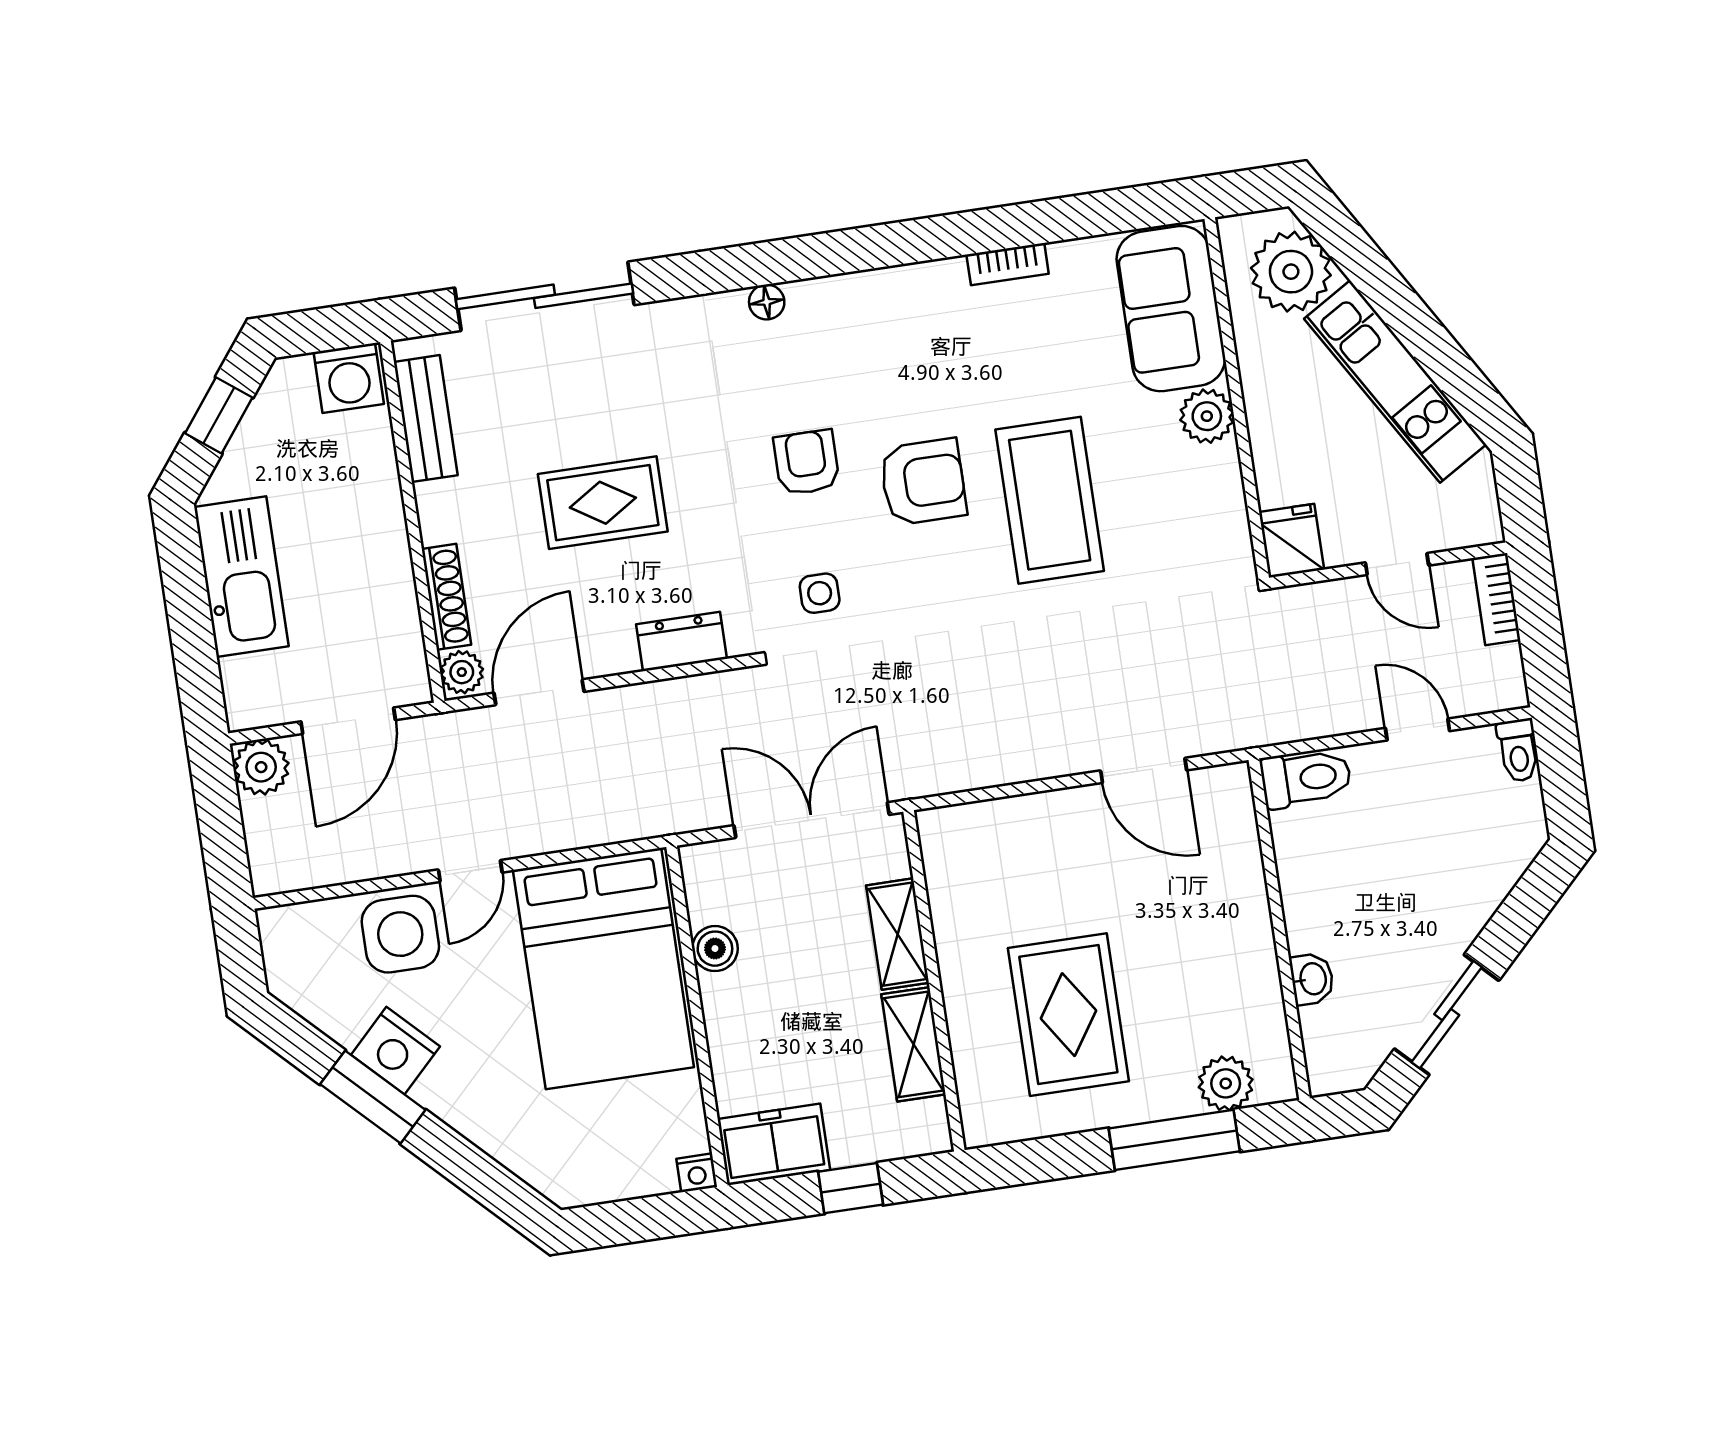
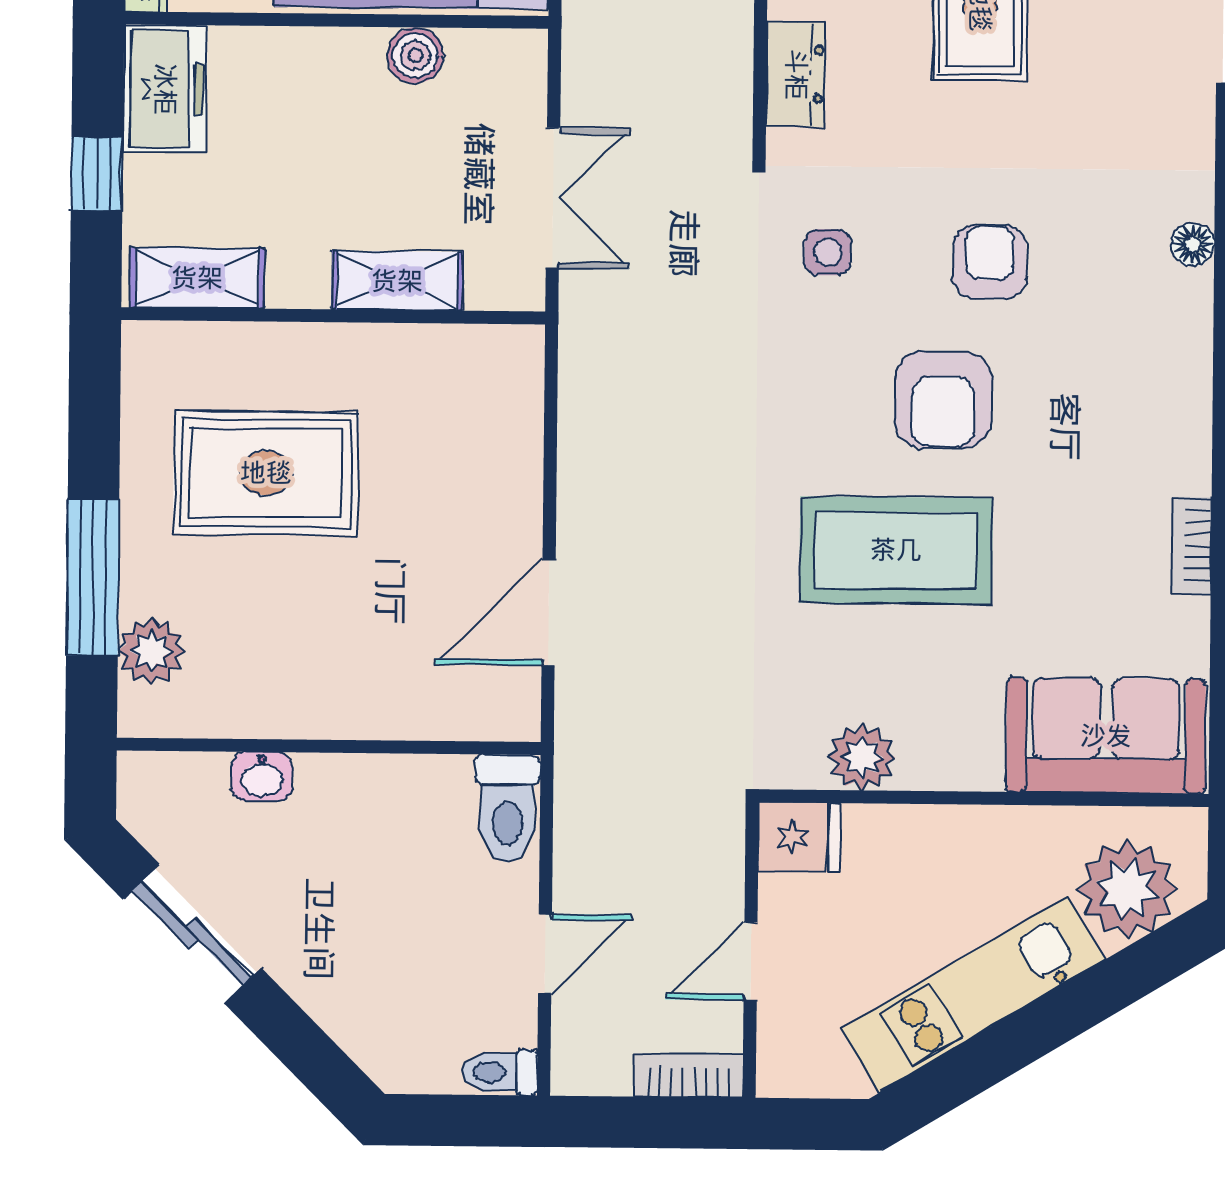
plant: (1207, 416) -> (862, 757), moved
armchair: (807, 462) -> (990, 262), turned -90
double door: (812, 820) -> (553, 198), width x0.73
shelving: (913, 1044) -> (197, 278), moved

